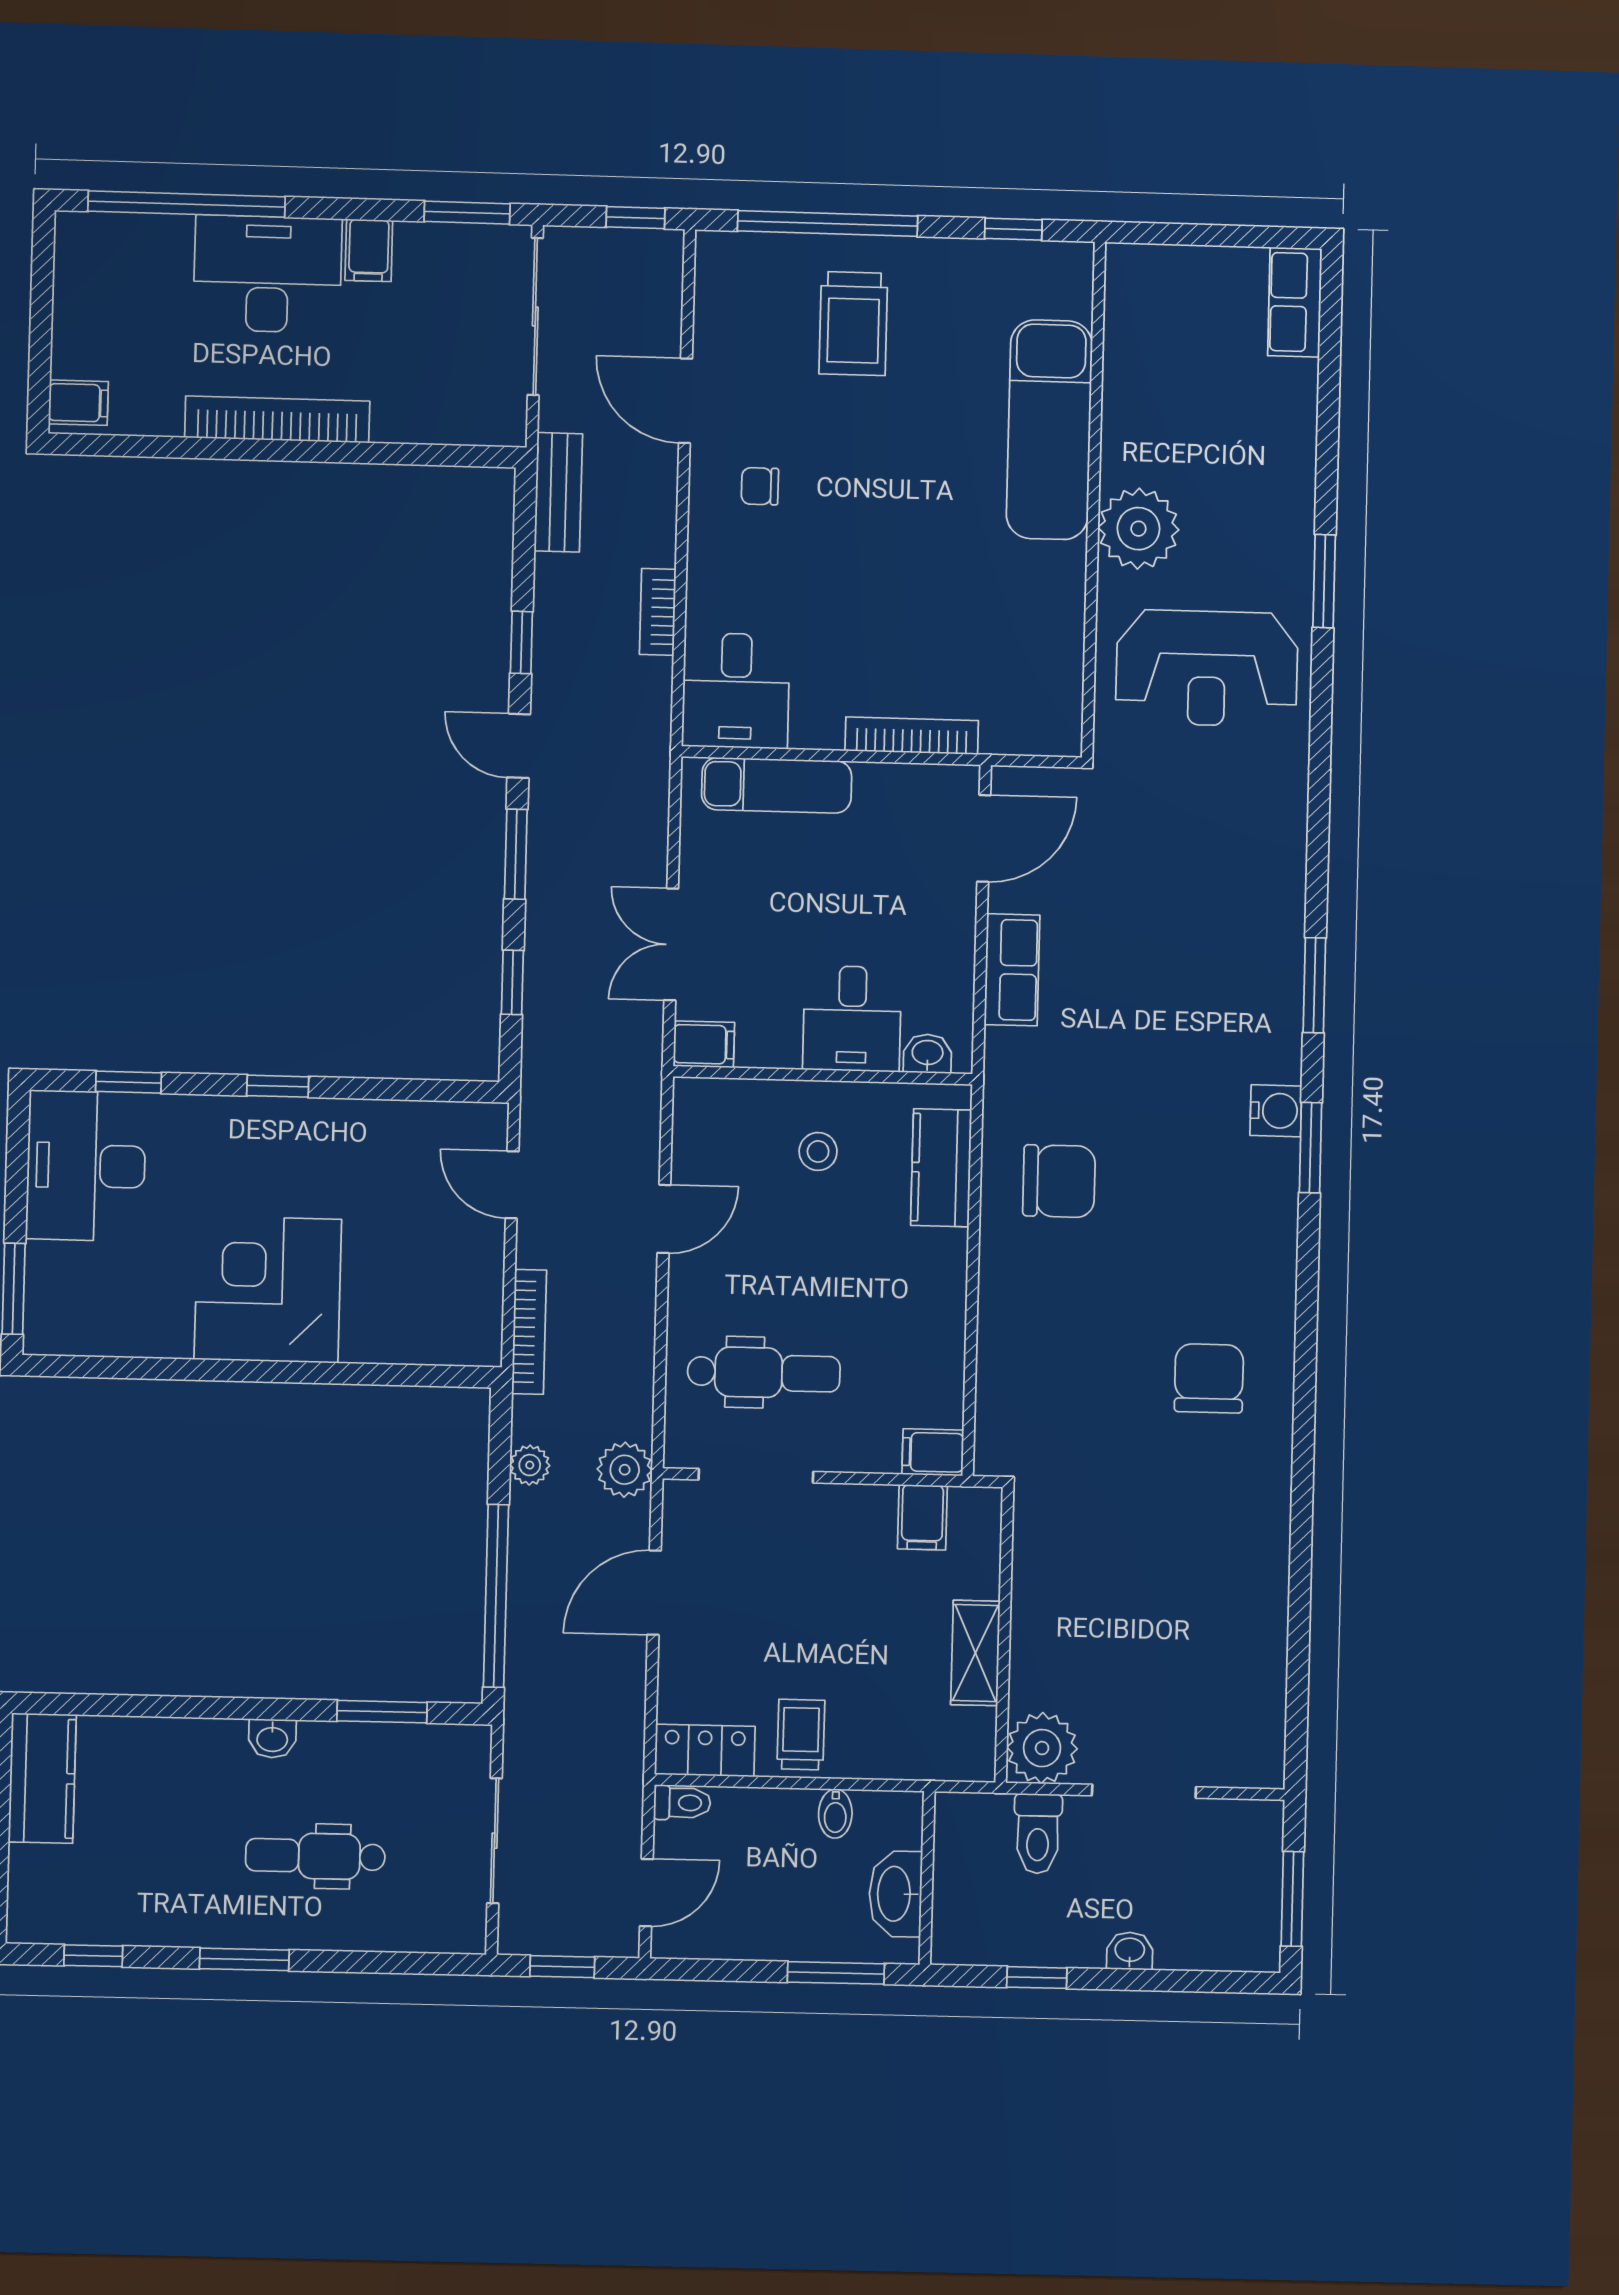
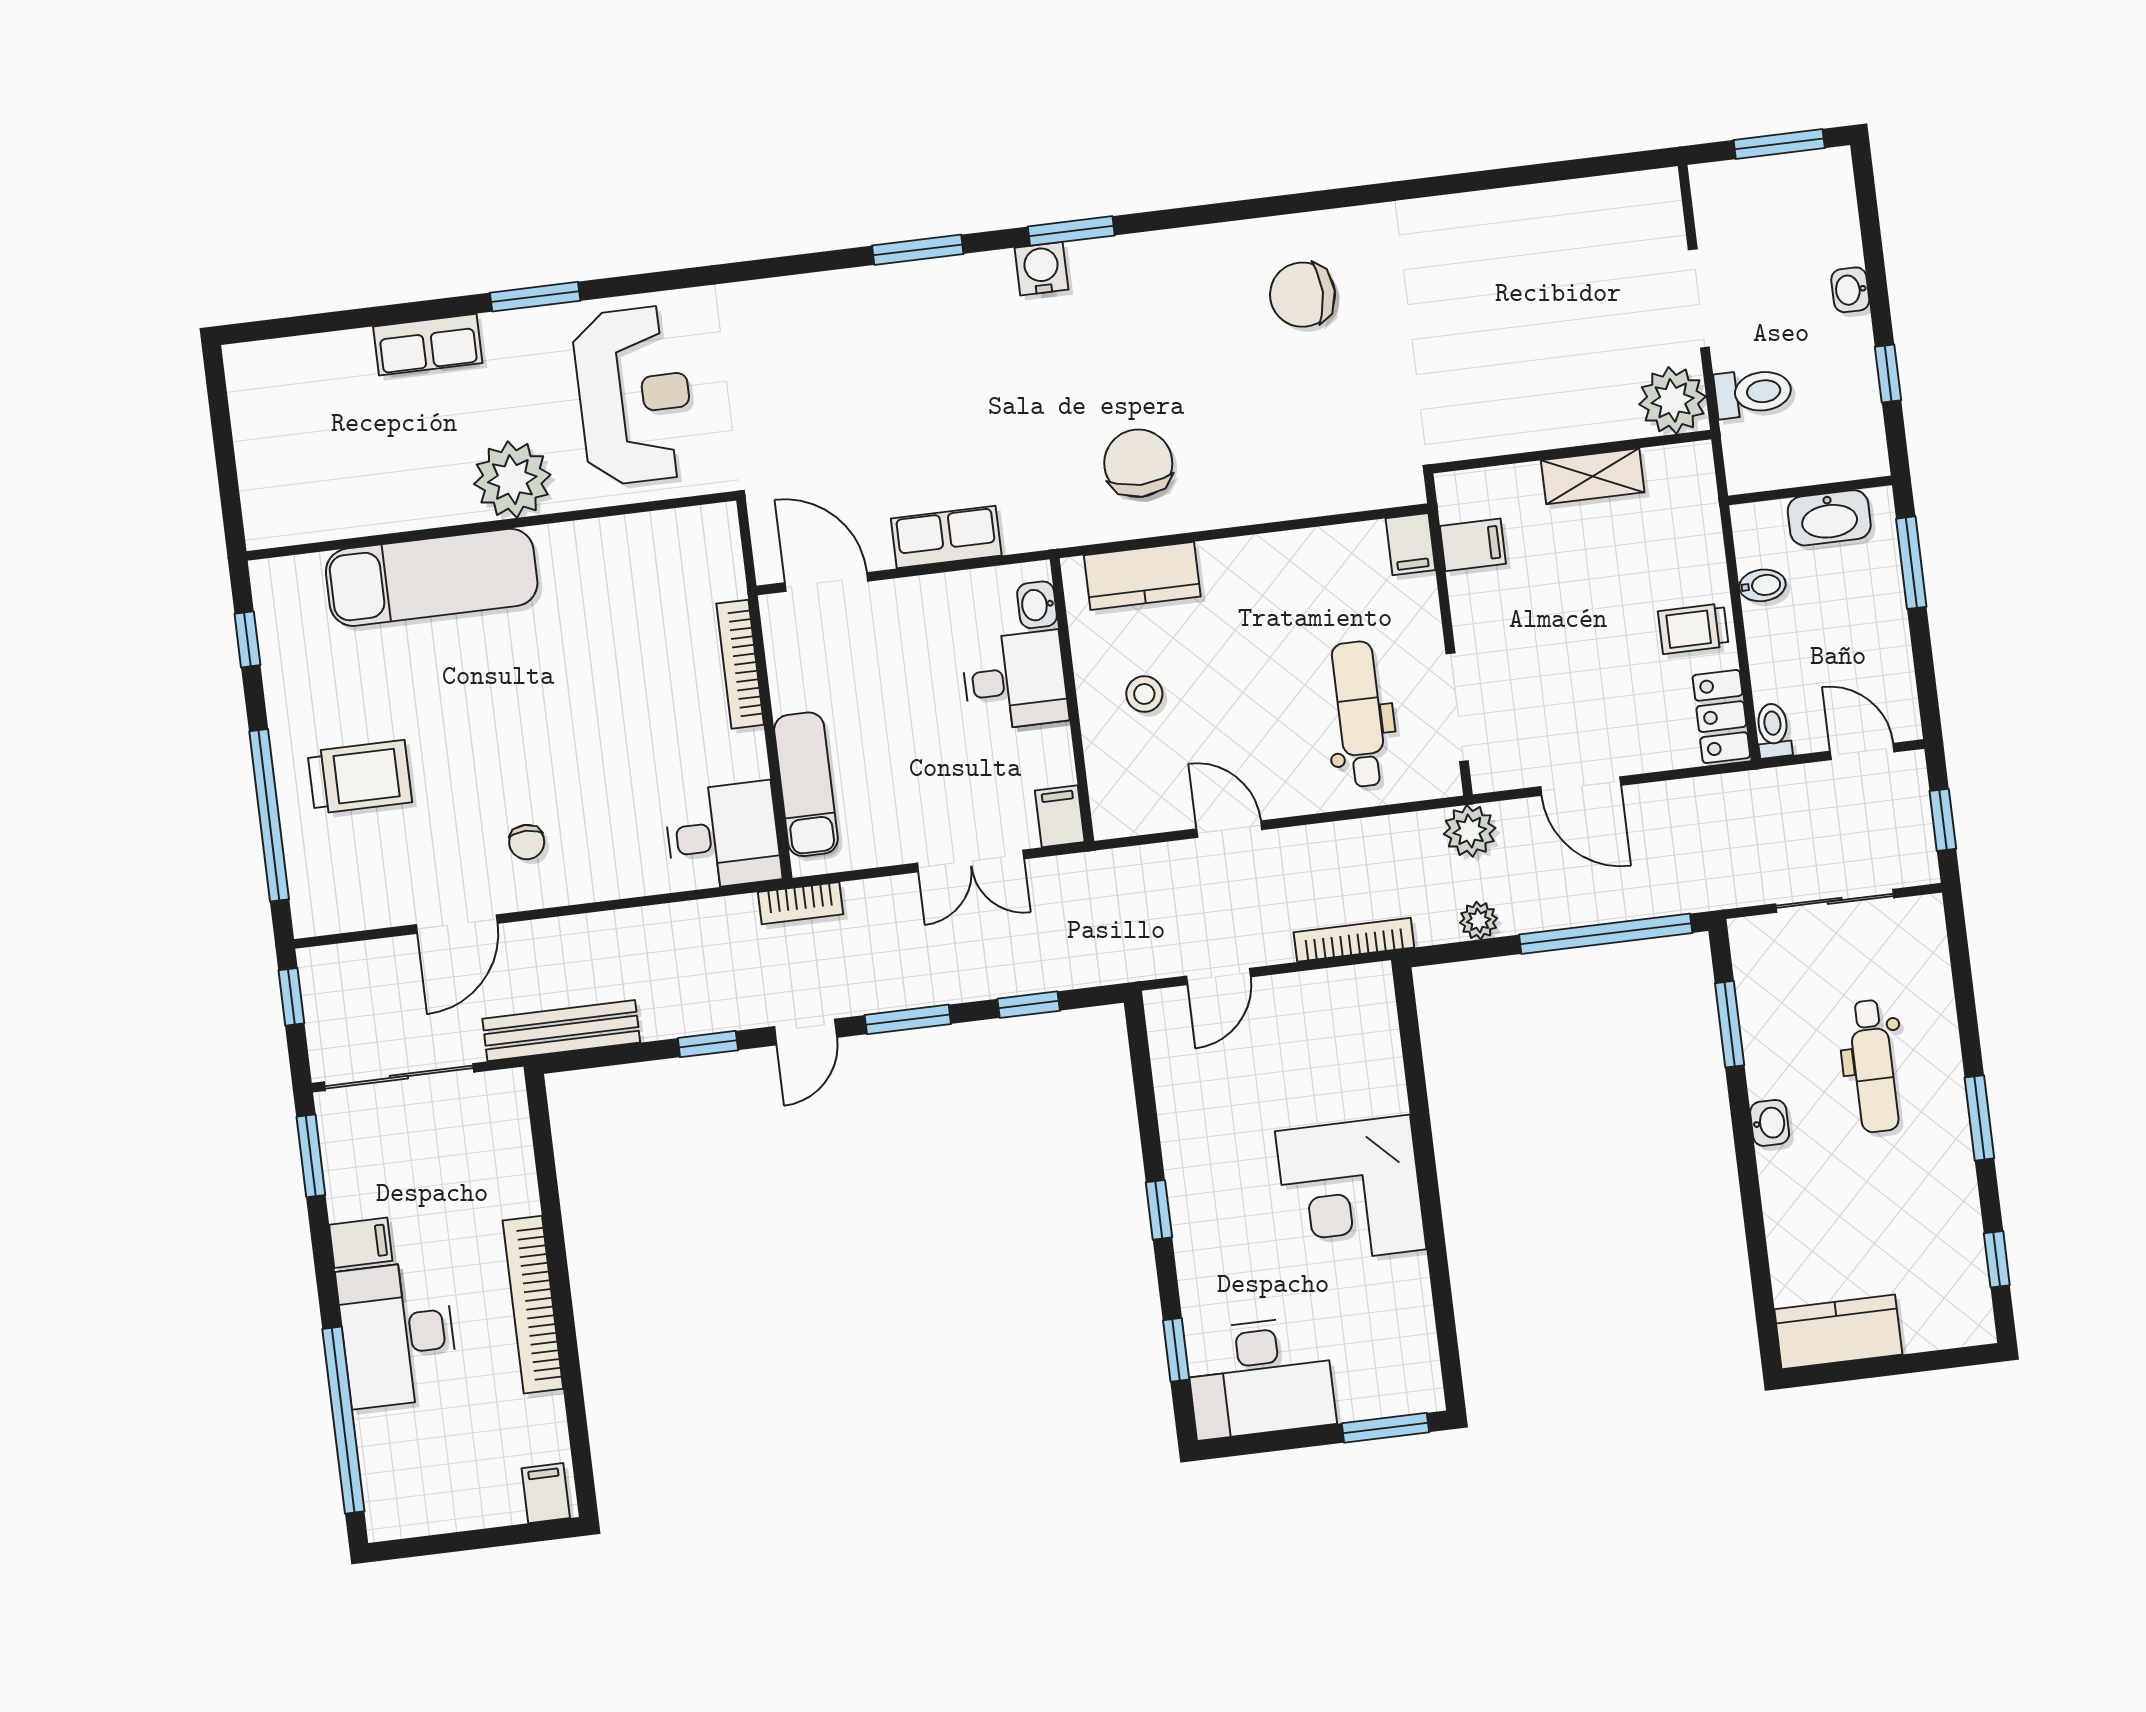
row of seats: (1295, 302) -> (428, 345), moved
bench: (558, 492) -> (561, 1031), width x1.36
bookcase: (658, 612) -> (801, 903), moved

